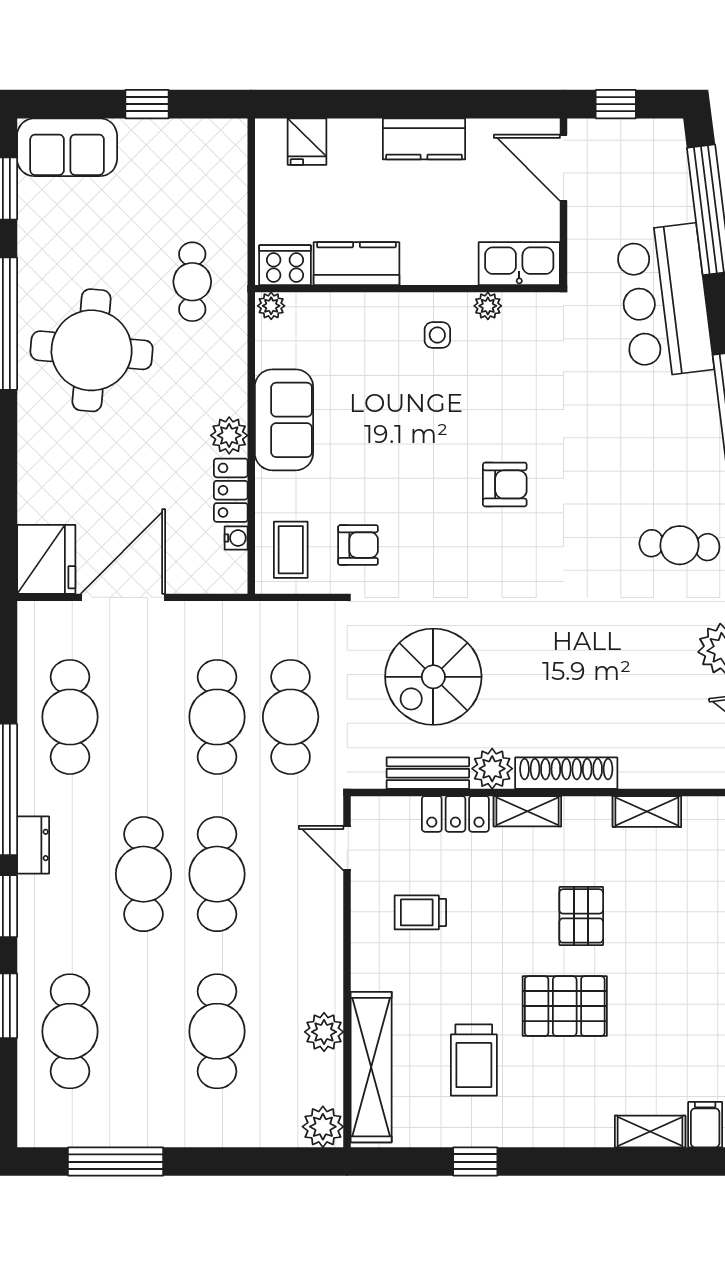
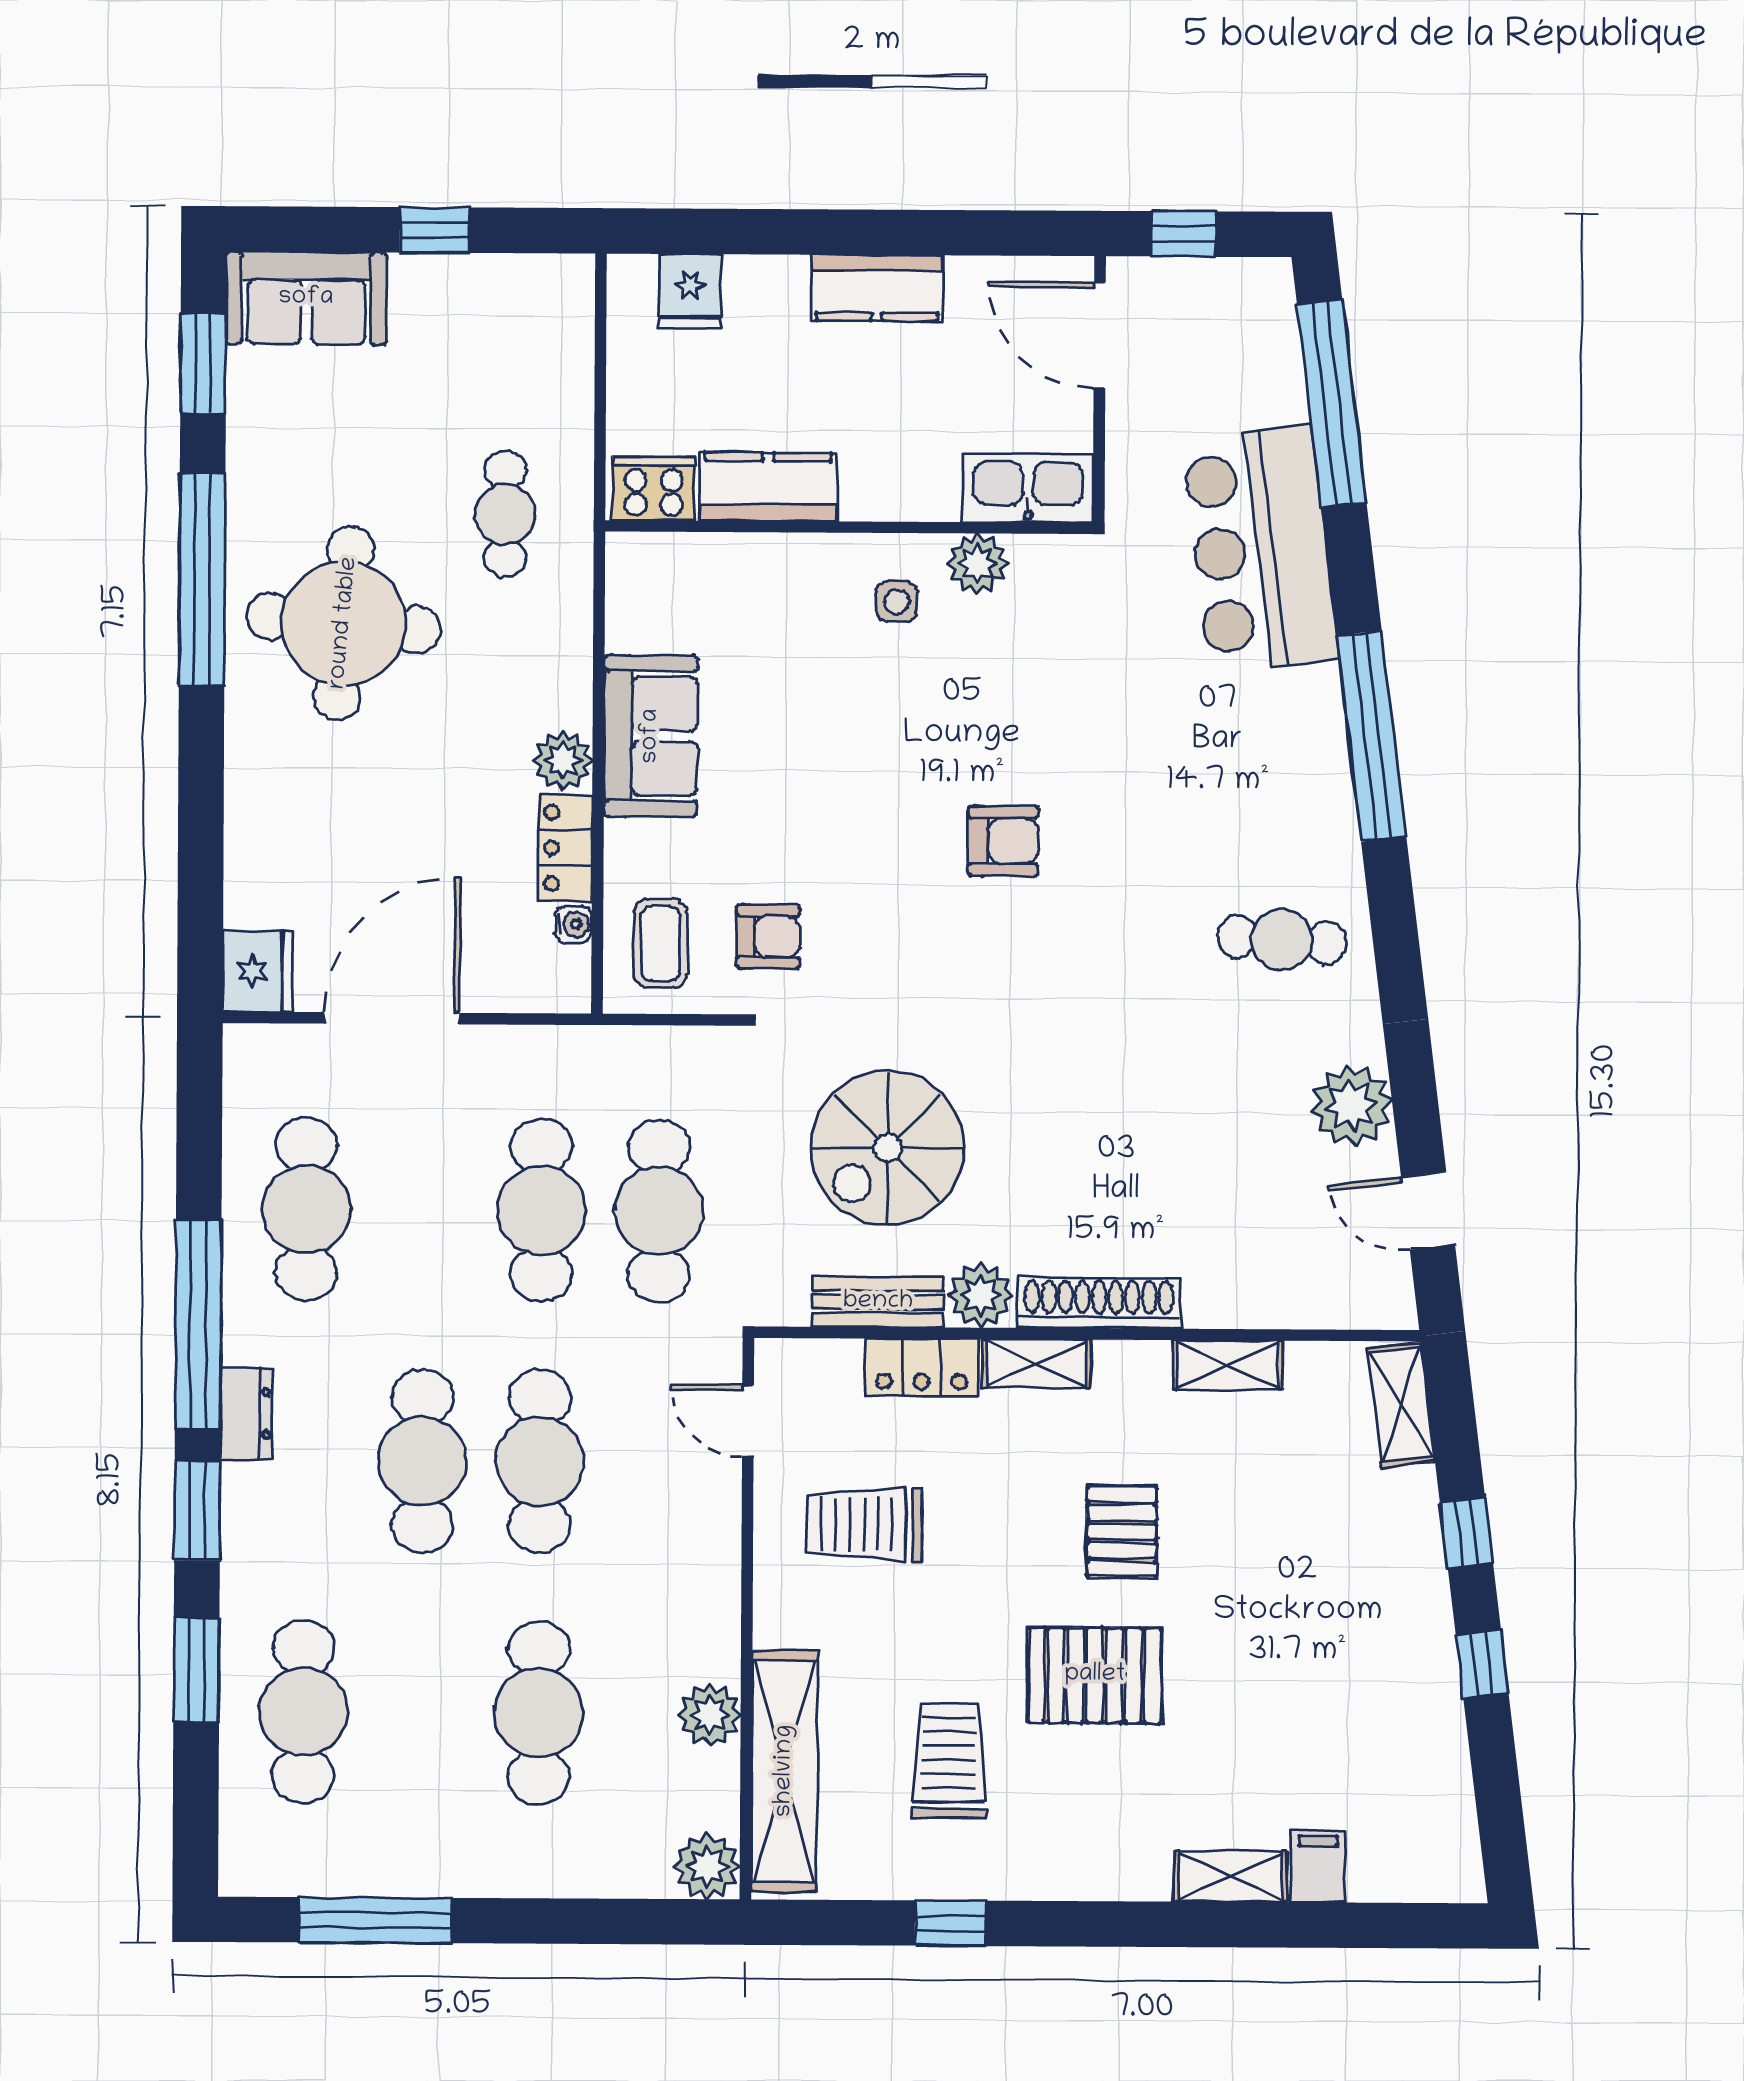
plant: (271, 306) -> (631, 553), removed
plant: (488, 306) -> (977, 564), width x1.38, depth x1.38
fridge: (46, 559) -> (258, 971), width x0.73, depth x0.75
trolley: (420, 912) -> (865, 1525), width x1.36, depth x1.39
trolley: (474, 1060) -> (949, 1761), turned 180

